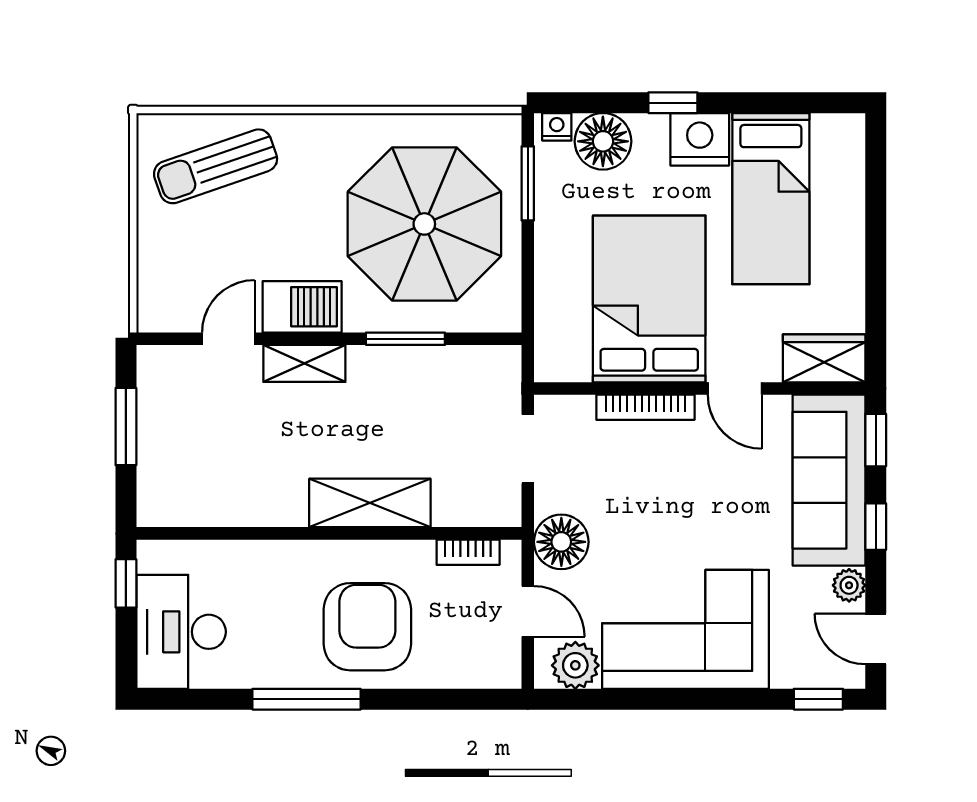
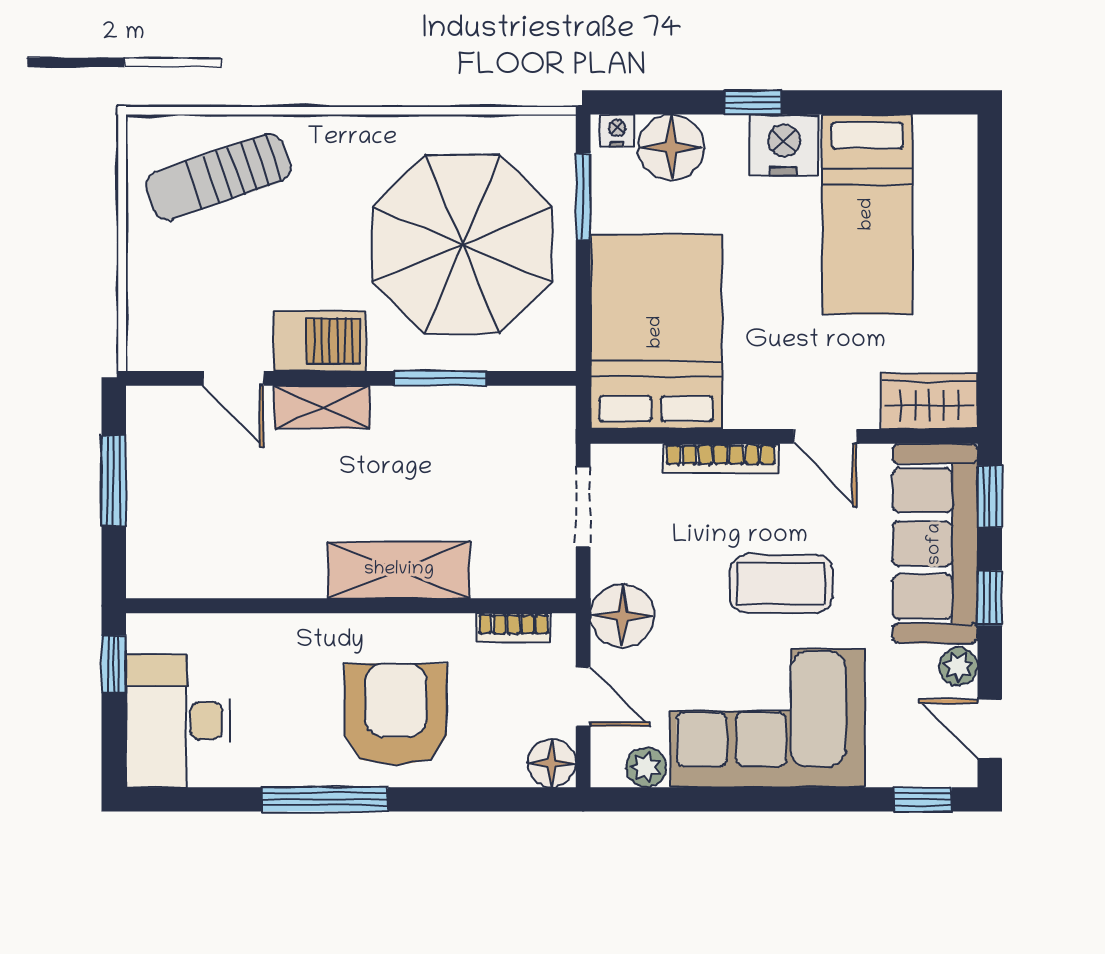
bed: (649, 299) -> (656, 332), moved
door: (228, 339) -> (233, 378), swing flipped
coffee table: (697, 514) -> (781, 584), added
plant: (575, 665) -> (646, 767), width x0.73, depth x0.73
floor lamp: (501, 668) -> (552, 763), added

